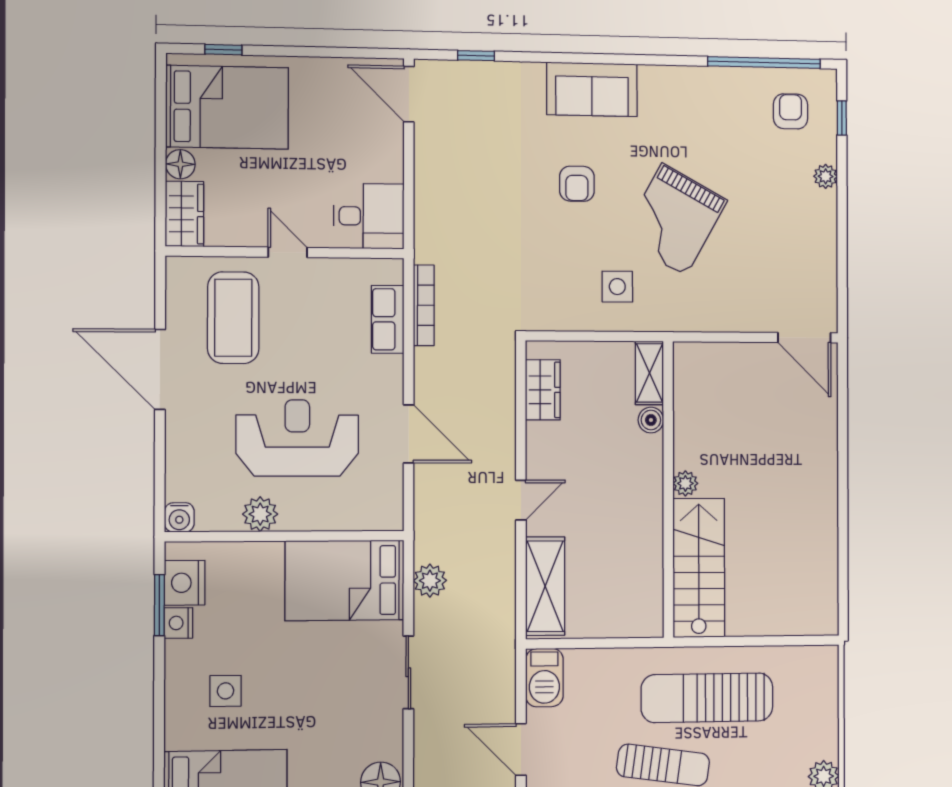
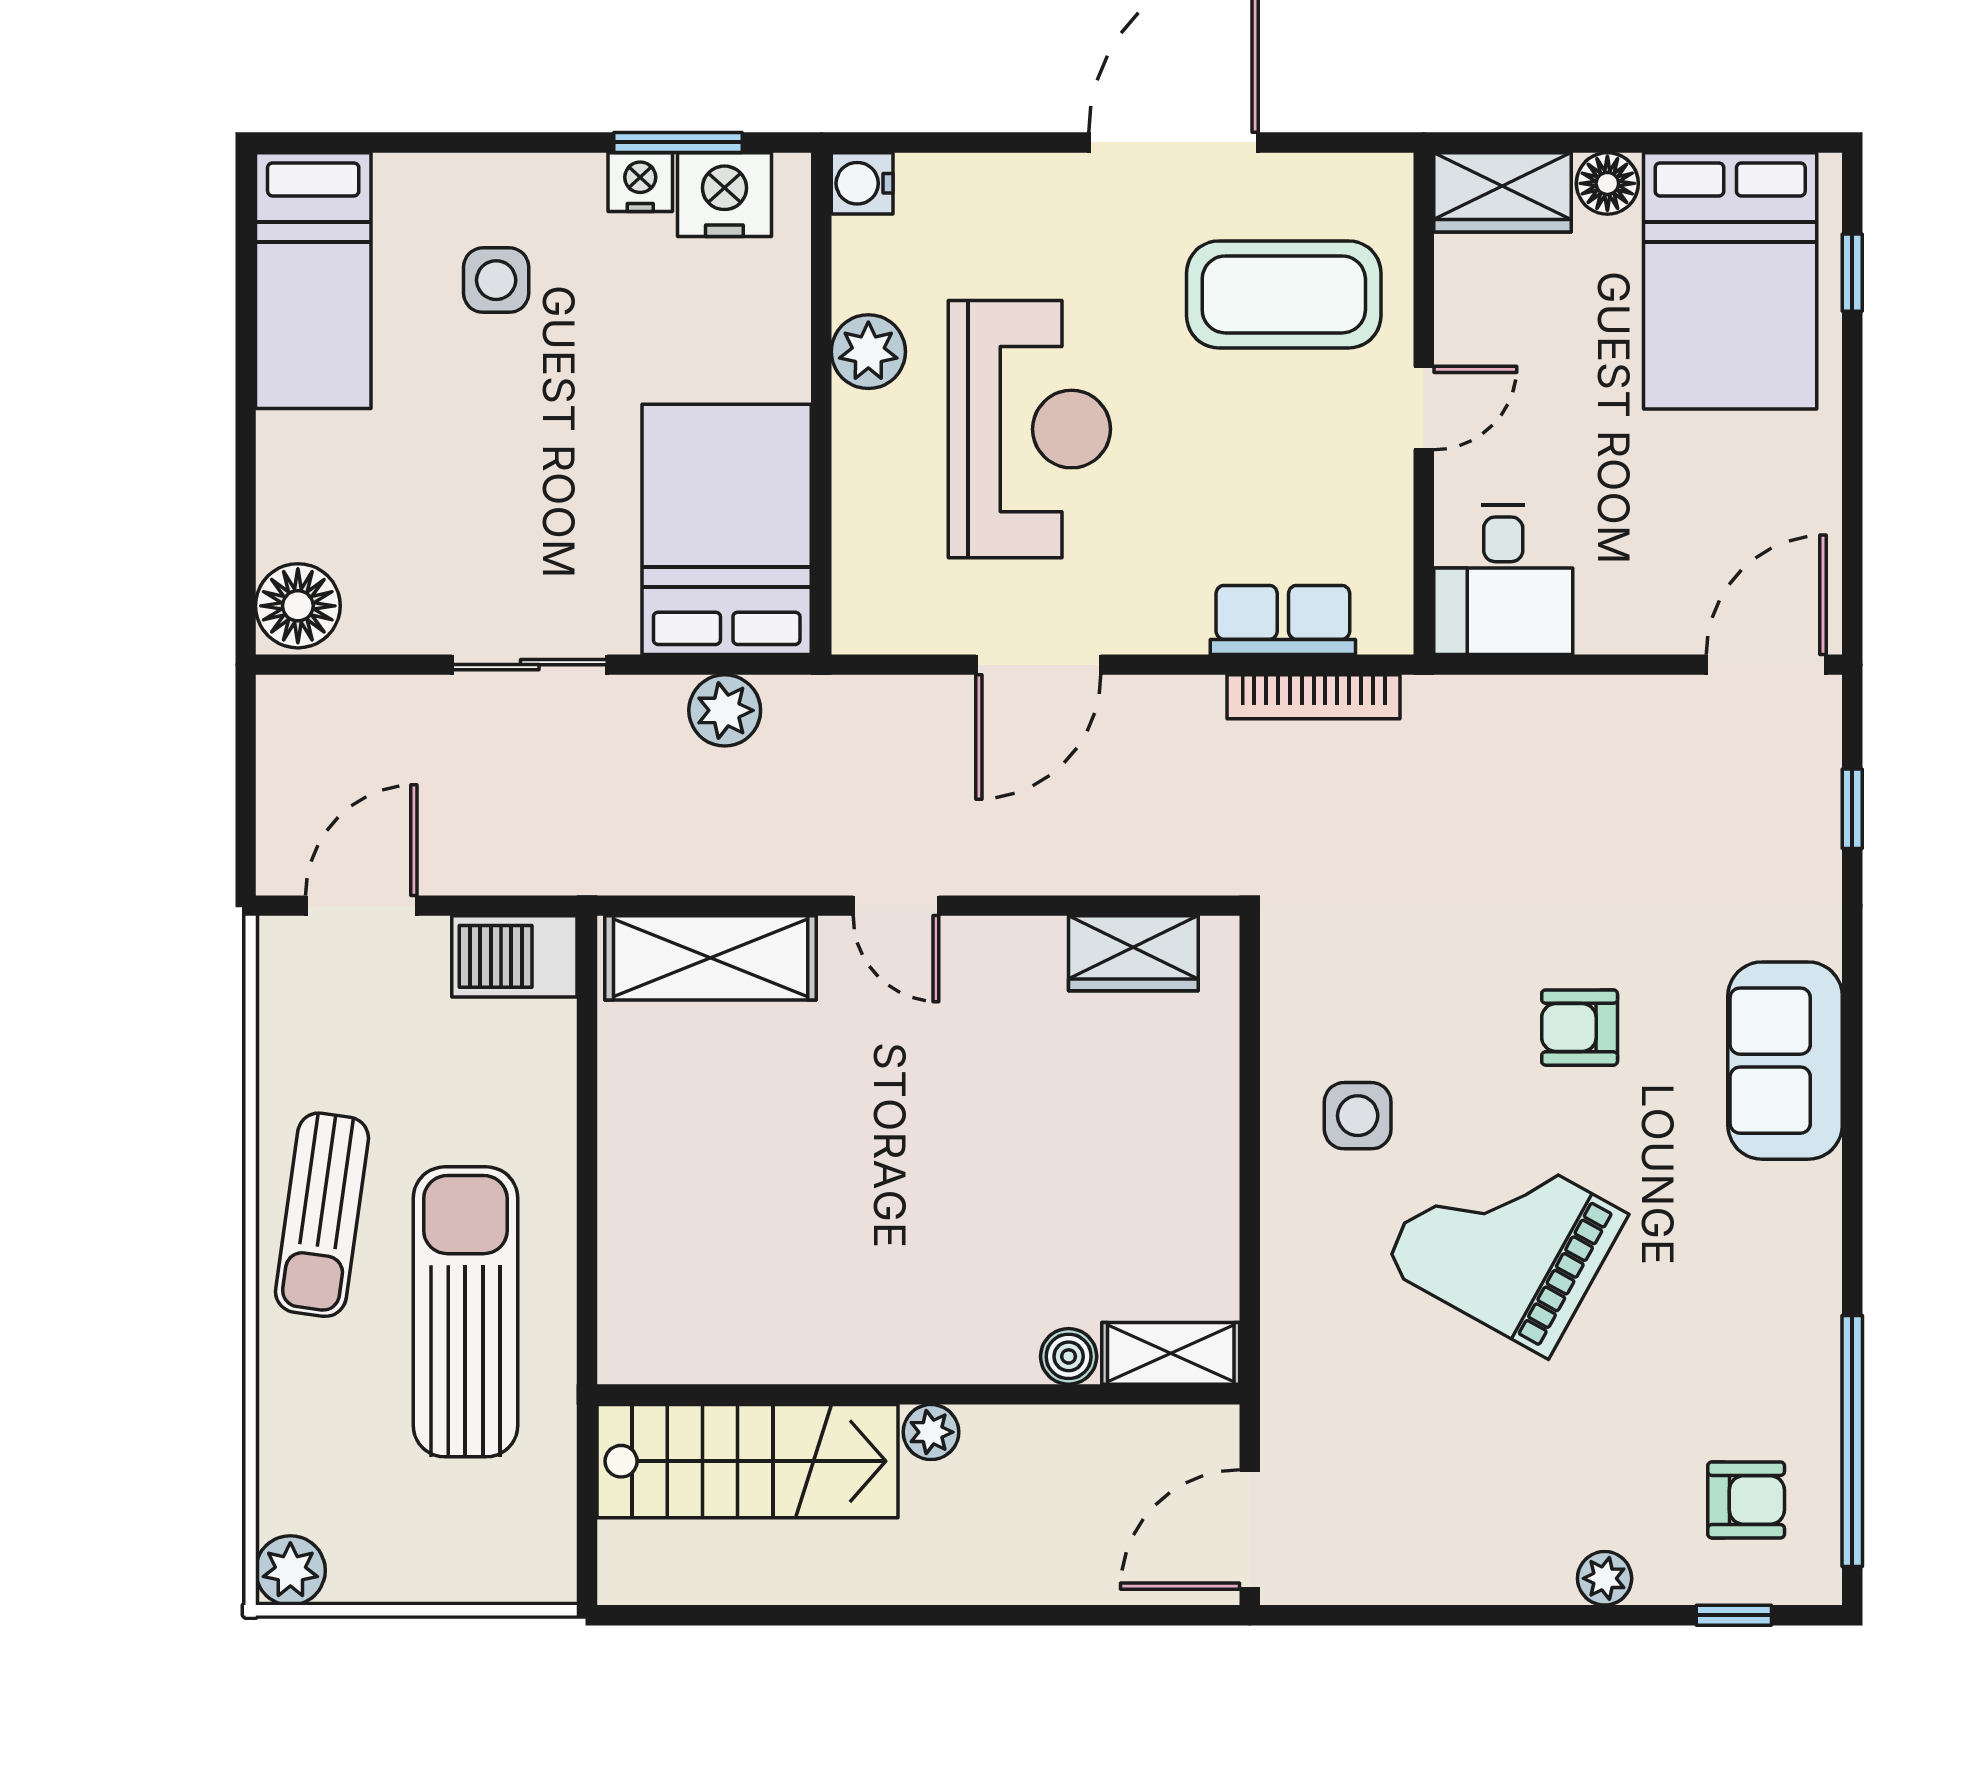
shelving: (649, 373) -> (1171, 1353), moved
boiler: (651, 420) -> (1069, 1356), moved
plant: (685, 483) -> (931, 1432), moved
wall: (668, 489) -> (918, 1394), moved
stairs: (699, 568) -> (747, 1461), moved

